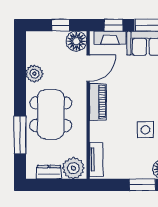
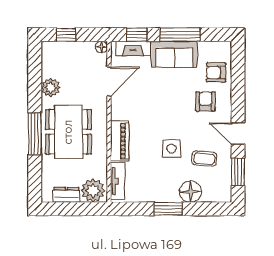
window: (61, 25) -> (66, 35), moved
floor lamp: (76, 41) -> (101, 47), width x0.53, depth x0.53
piano: (98, 102) -> (120, 141), moved
window: (20, 135) -> (35, 134), moved

